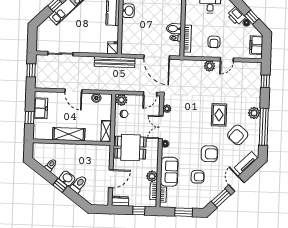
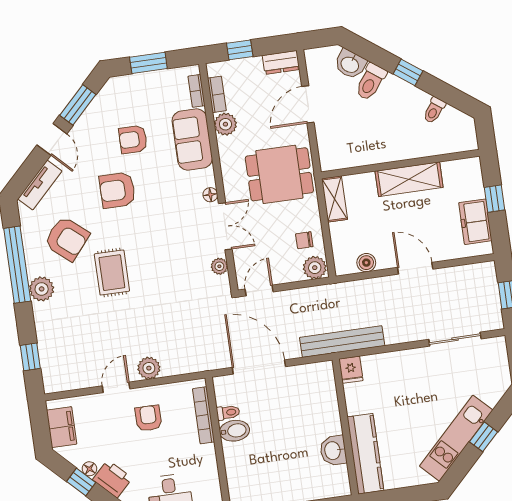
armchair: (238, 135) -> (67, 239), turned 89
washbasin: (67, 178) -> (350, 64), moved

